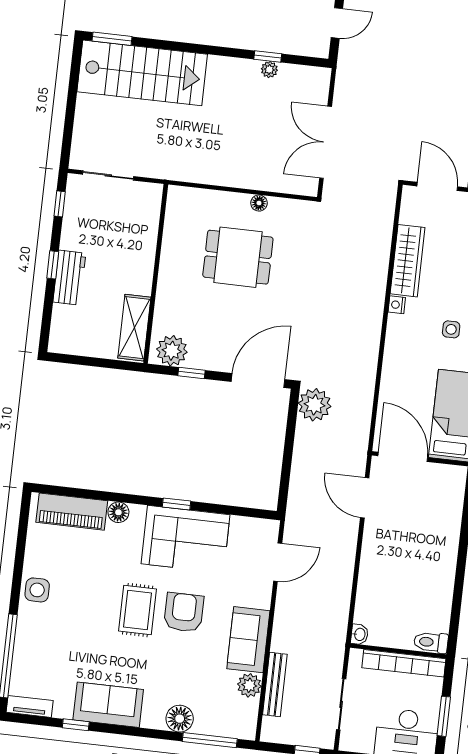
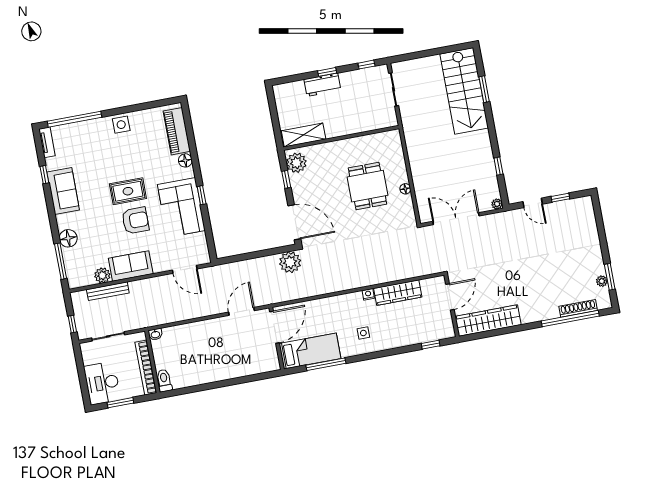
window: (112, 39) -> (484, 89), moved
plant: (269, 70) -> (497, 204), moved

